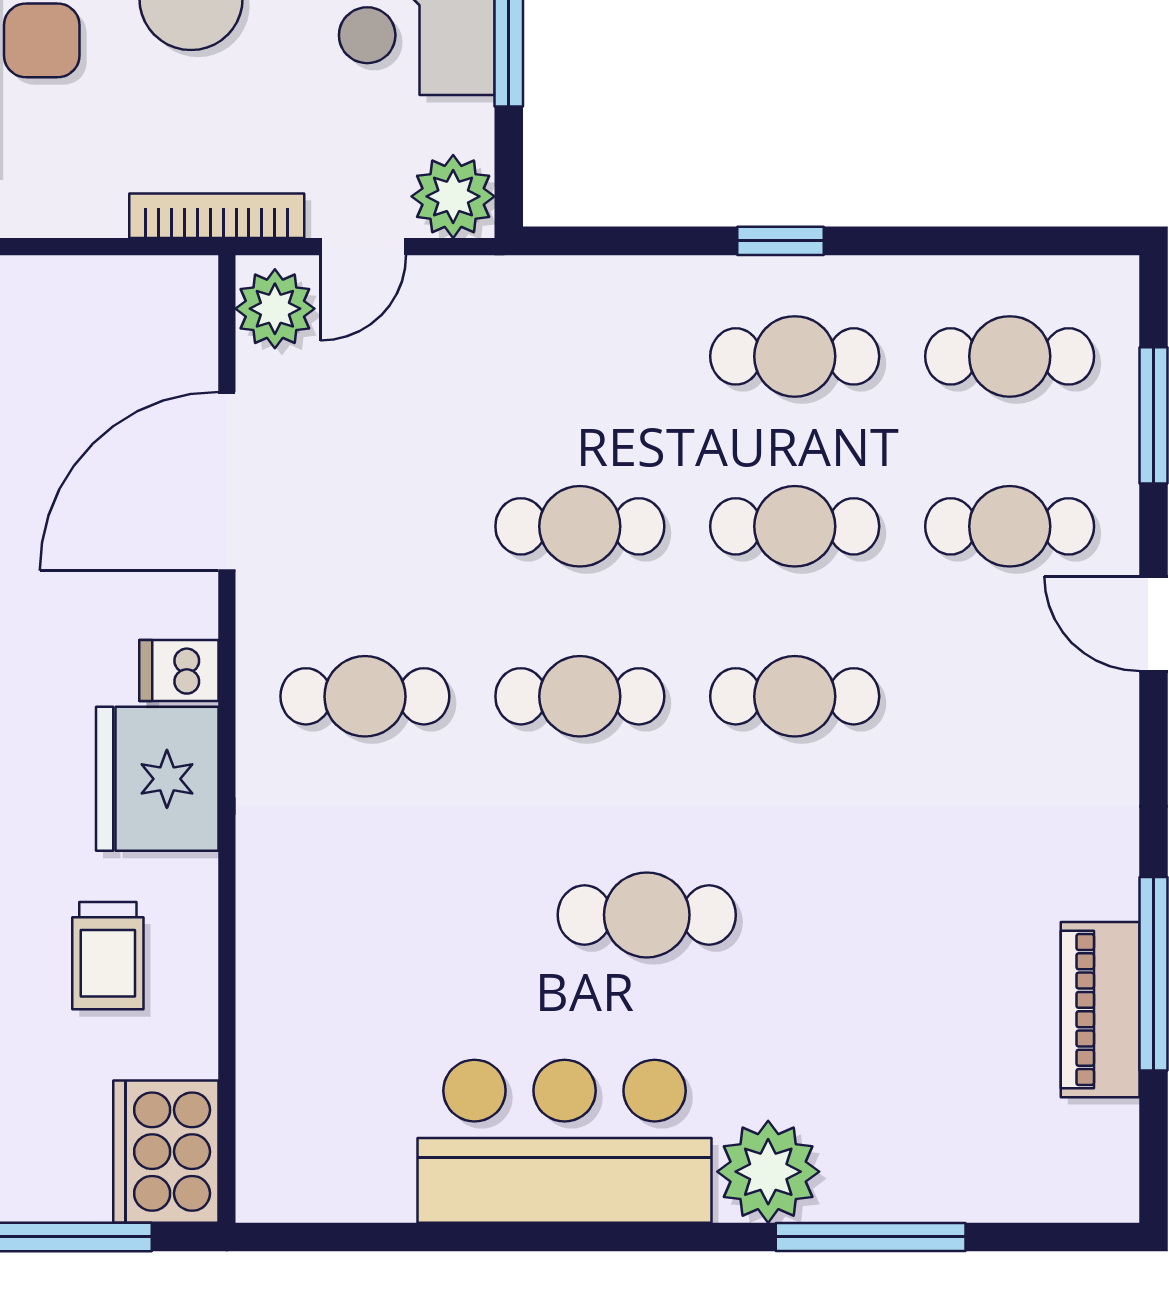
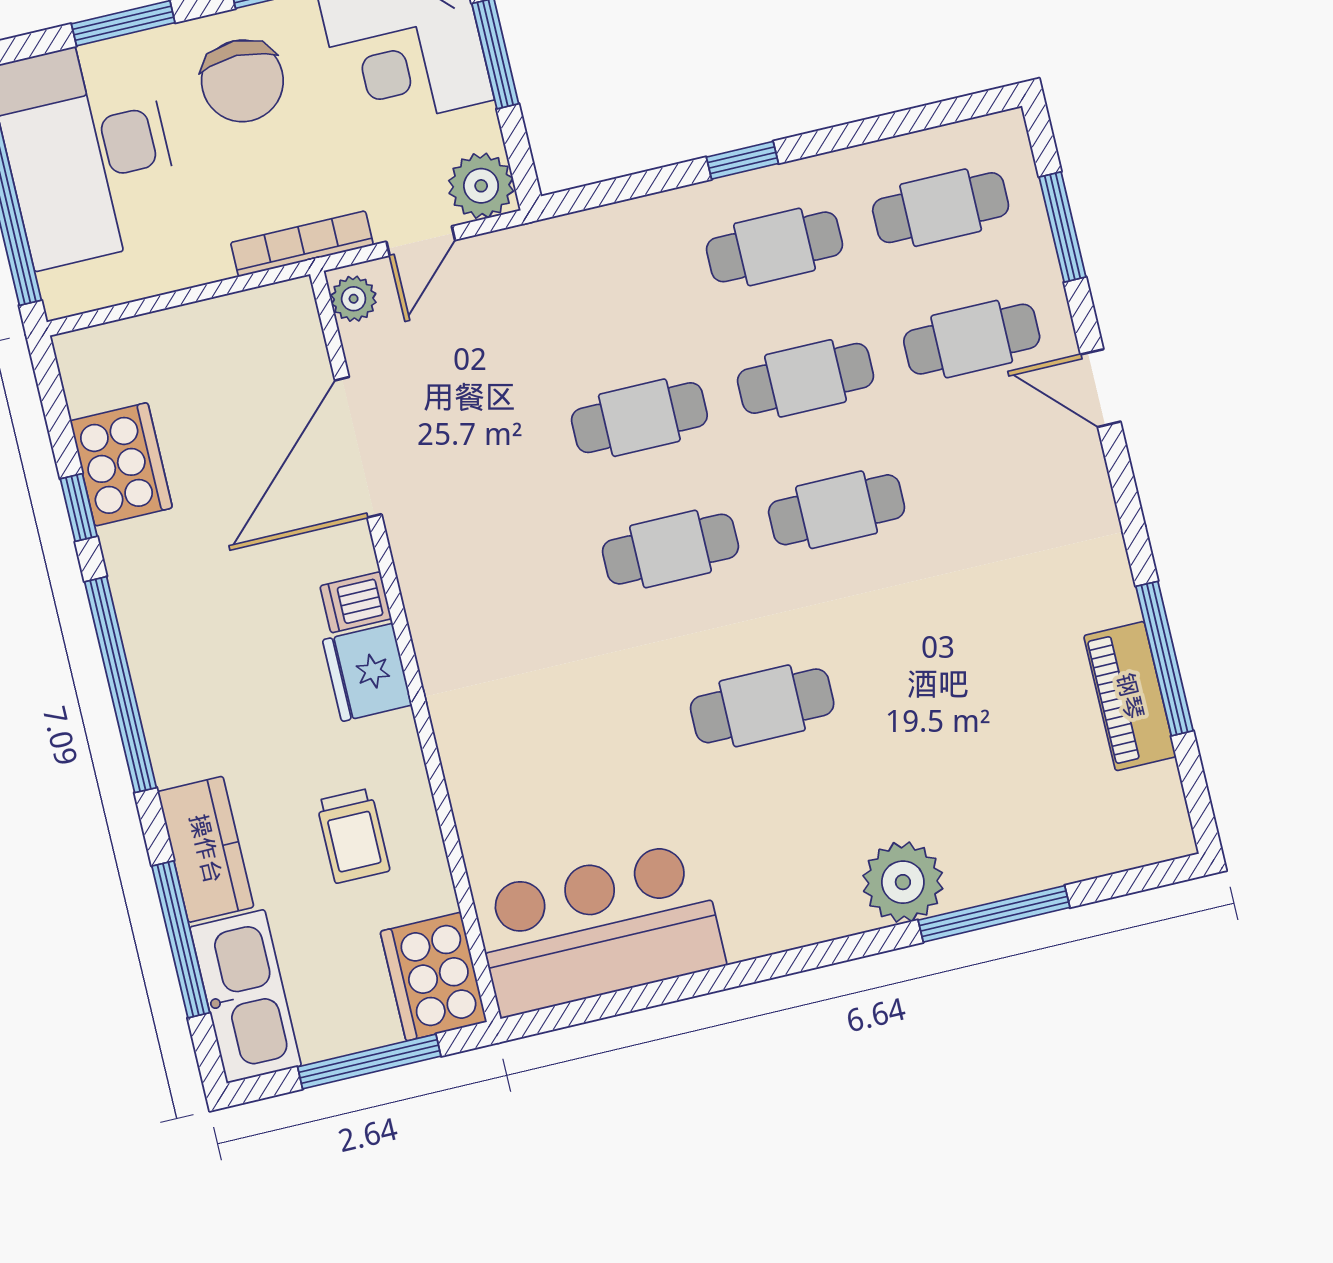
plant: (275, 309) -> (354, 299), width x0.73, depth x0.73
cafe table: (365, 696) -> (504, 588), removed
fridge: (157, 779) -> (367, 672), width x0.73, depth x0.75
bar counter: (565, 1141) -> (599, 929), moved

